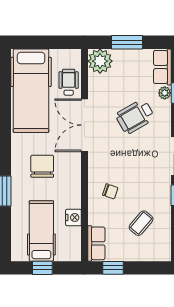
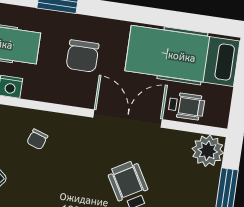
chair: (42, 166) -> (83, 56), turned 90

